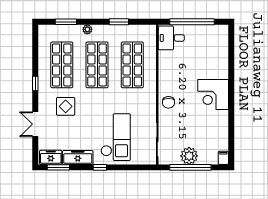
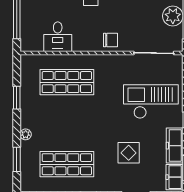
desk: (171, 38) -> (58, 37), moved
shop shelf: (97, 65) -> (67, 123), removed
display table: (66, 106) -> (129, 153), moved

